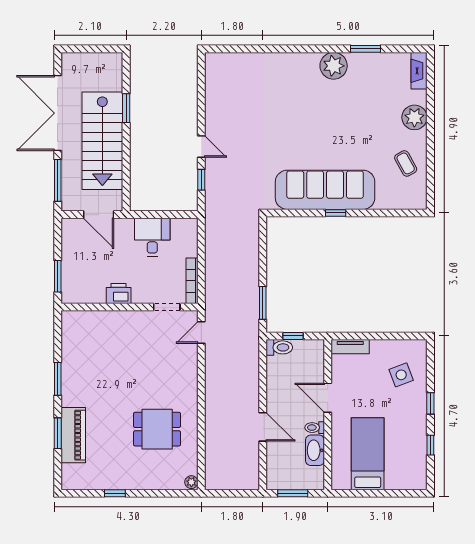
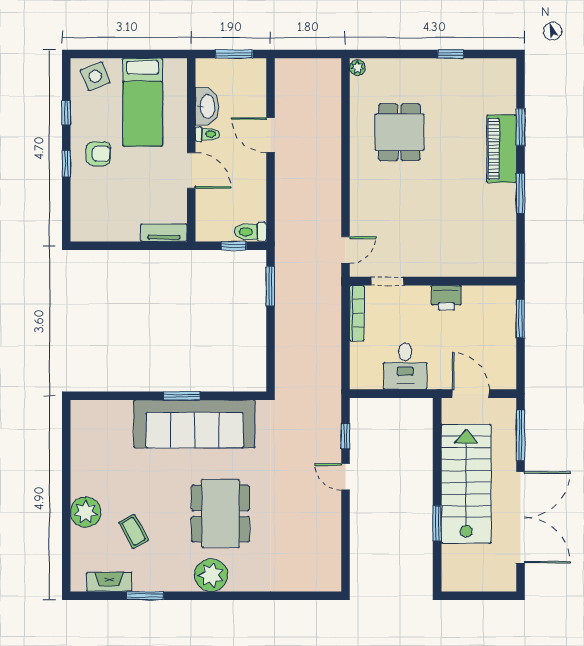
plant: (334, 66) -> (211, 575), moved
fireplace: (419, 71) -> (109, 582), moved, turned -90
dining table: (304, 116) -> (221, 513), added
coffee table: (406, 163) -> (134, 531), moved
window: (336, 213) -> (182, 396), width x1.50
side table: (401, 375) -> (95, 76), moved
armchair: (404, 412) -> (98, 154), added
dining table: (157, 429) -> (399, 132), turned 90
piano: (73, 435) -> (502, 149), moved

